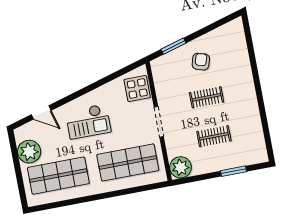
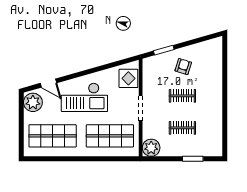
checkout: (88, 122) -> (84, 97), width x1.36, depth x1.21
plant: (29, 152) -> (33, 102), moved

